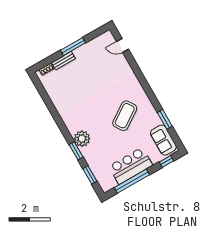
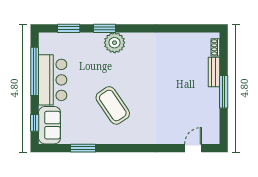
sofa: (163, 140) -> (50, 125), moved, turned 90

